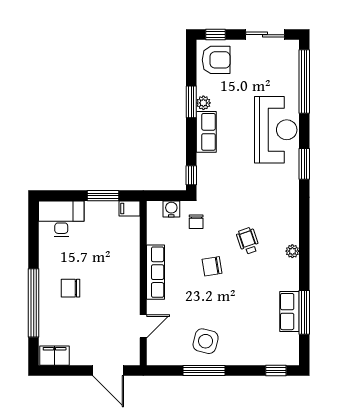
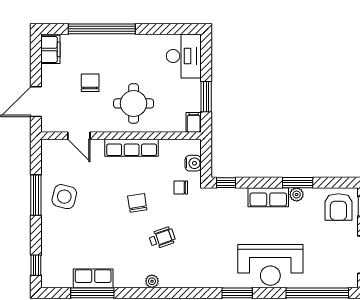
round table: (110, 270) -> (134, 103), added
chair: (71, 288) -> (90, 83), moved

